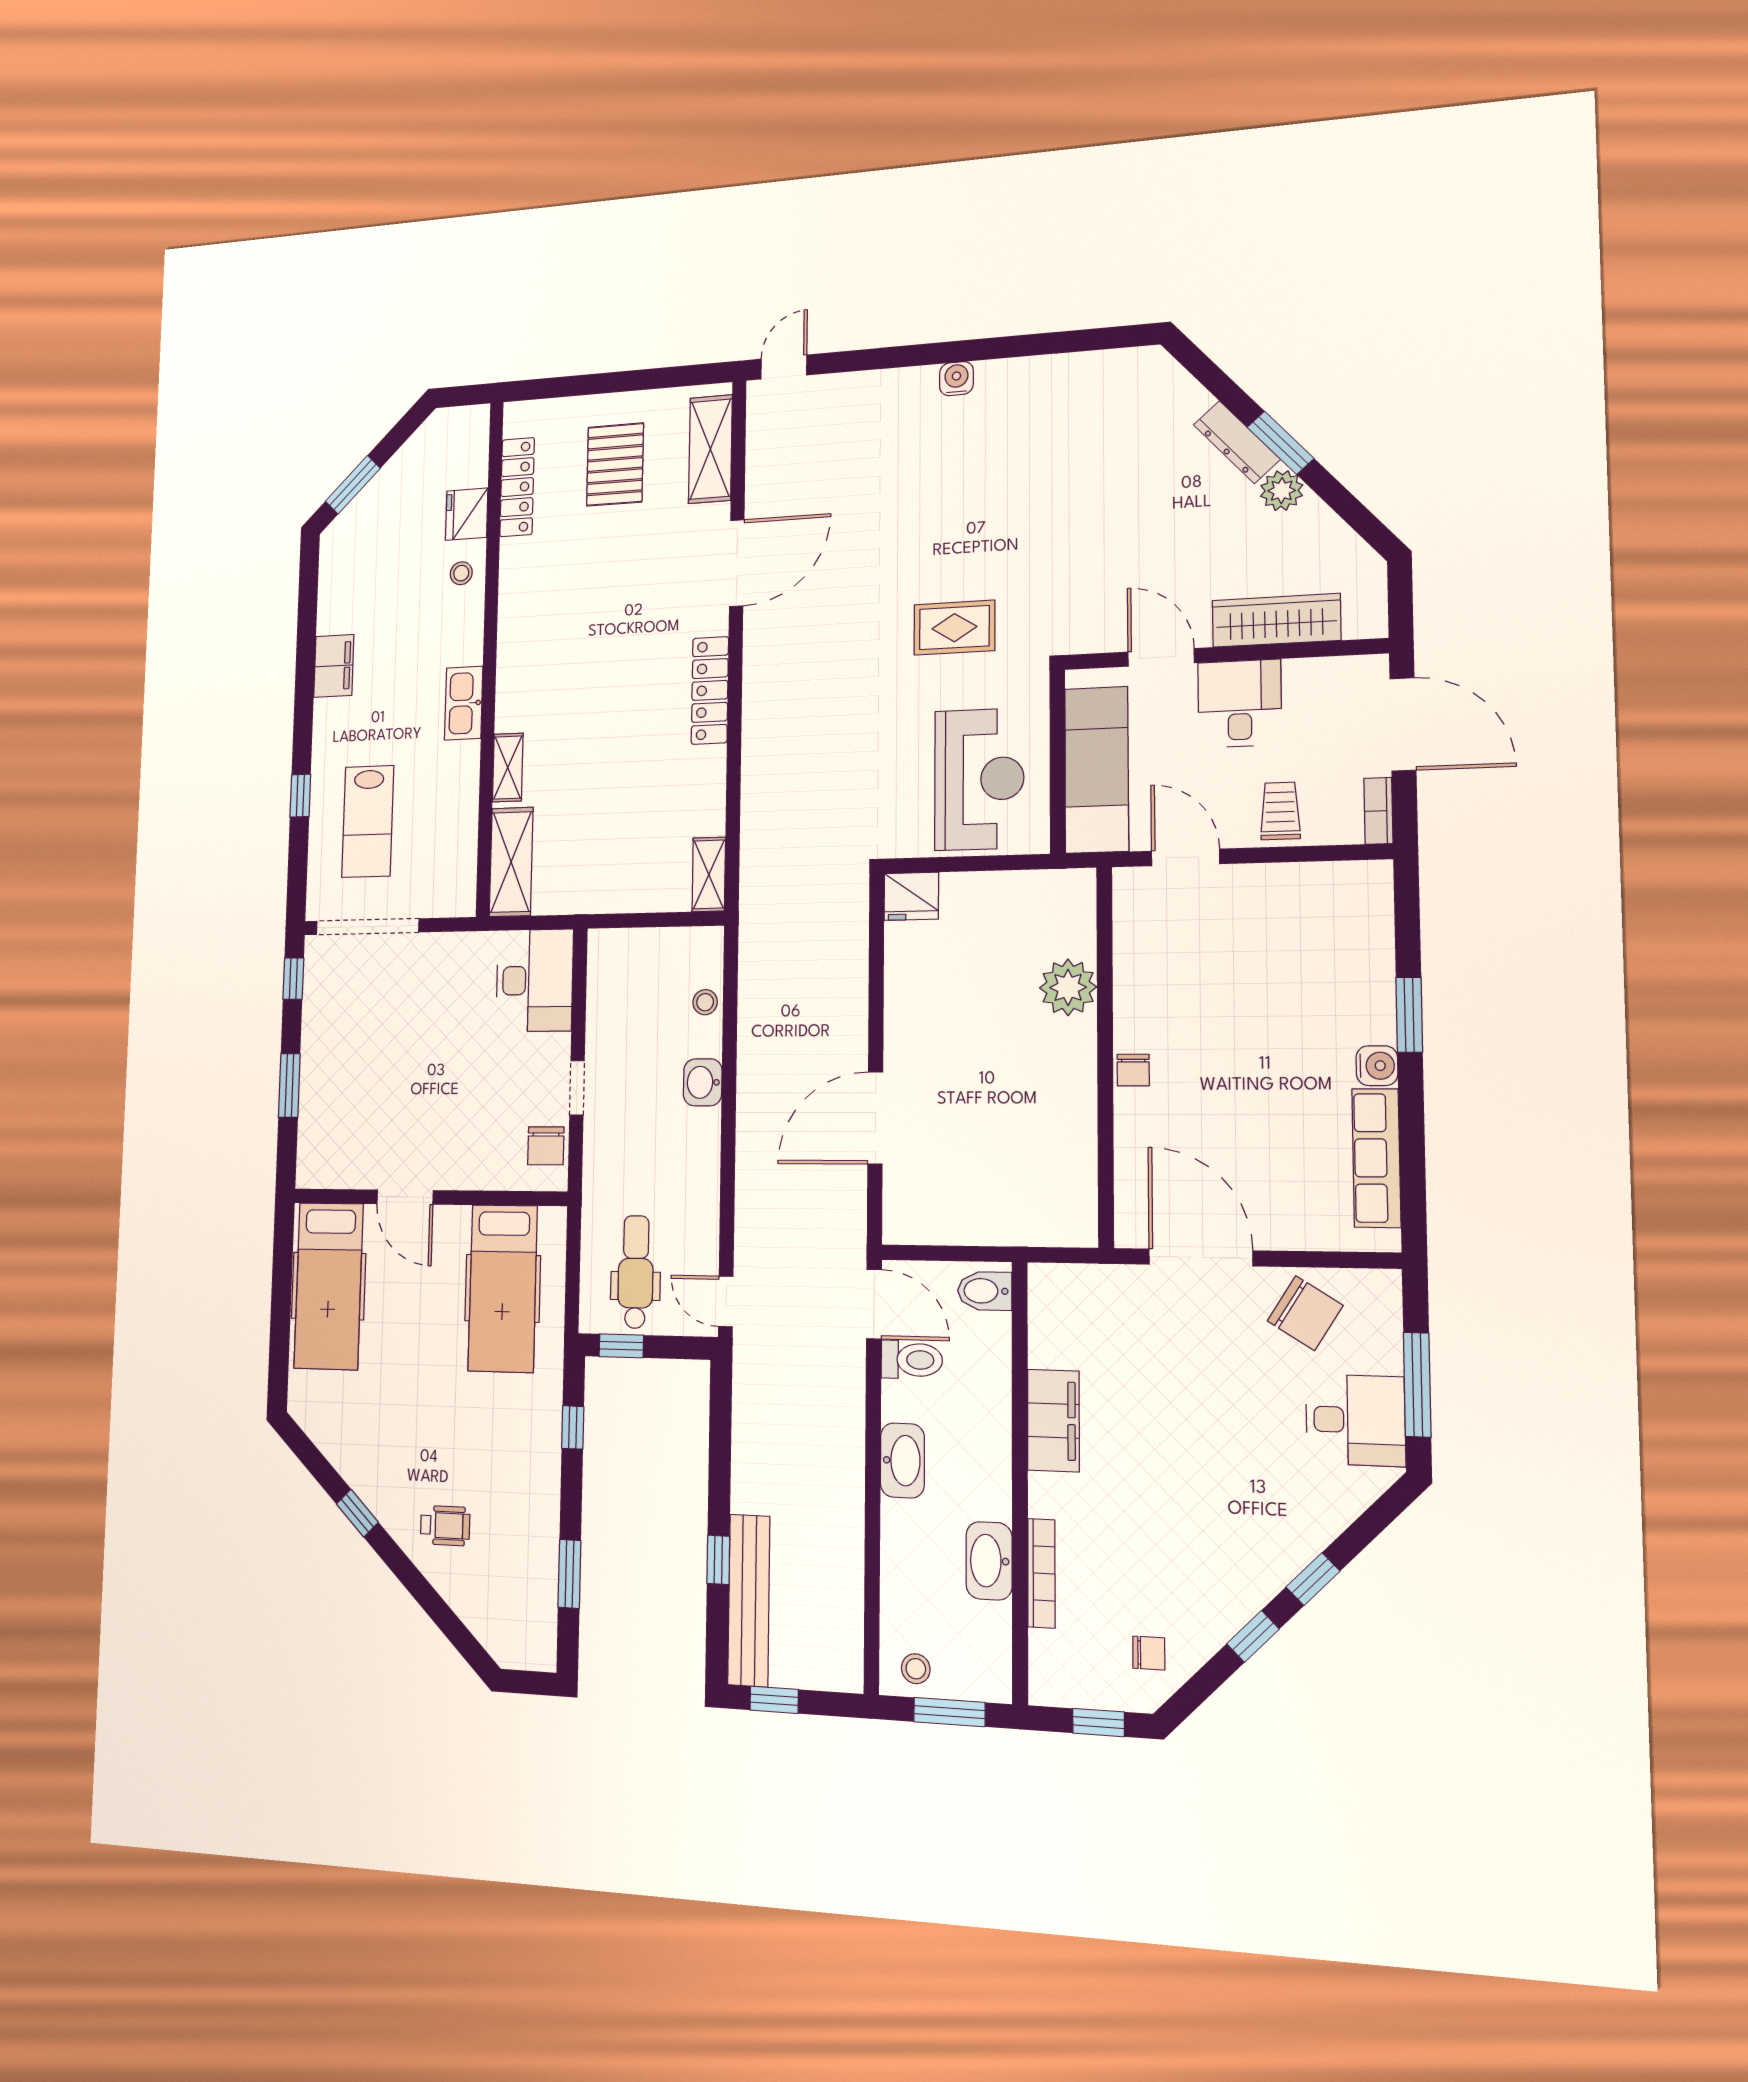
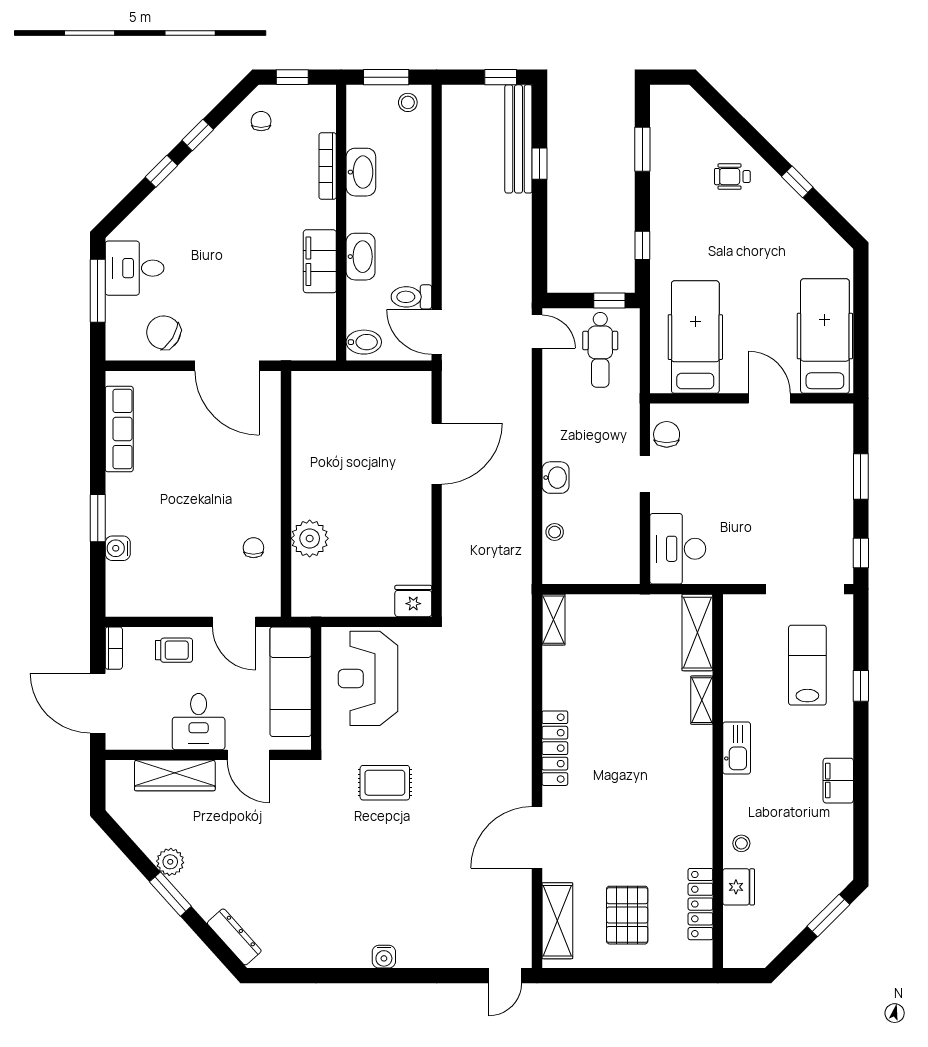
dresser: (1237, 442) -> (234, 937), moved
trolley: (1280, 811) -> (174, 650), turned -90
water cooler: (1377, 1066) -> (118, 548), moved
chair: (1133, 1070) -> (253, 548), moved
washbasin: (902, 1460) -> (361, 257), moved, turned 180
chair: (1149, 1653) -> (261, 121), turned 90

